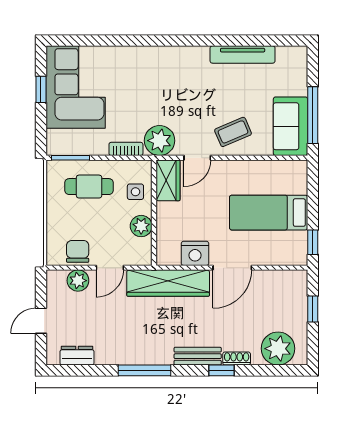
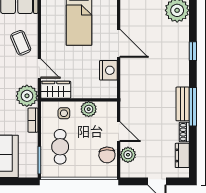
chair: (78, 251) -> (107, 155), turned -93
wardrobe: (168, 283) -> (130, 90), removed
bench: (198, 356) -> (183, 104), moved
shoe rack: (237, 358) -> (184, 132), moved

